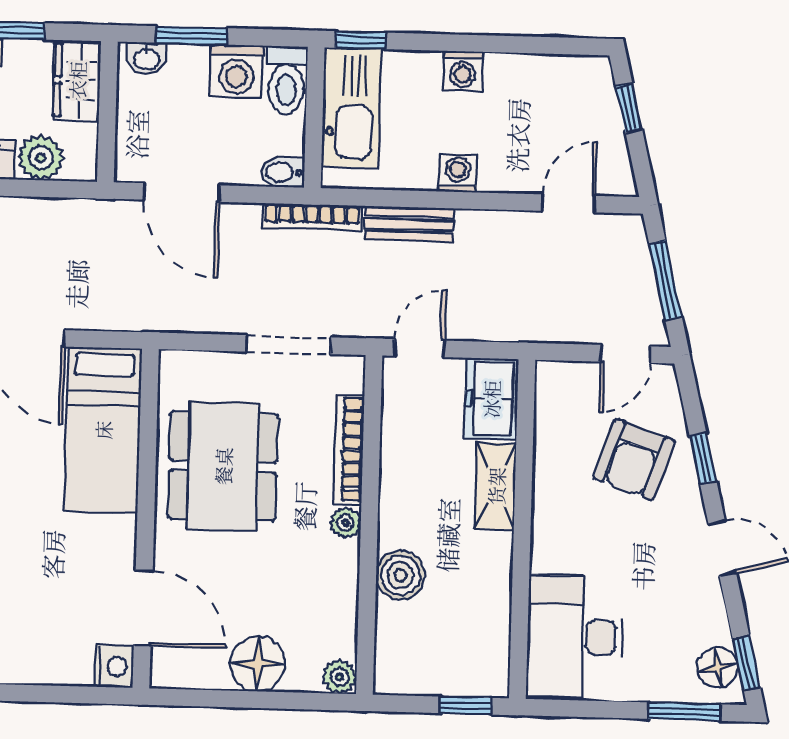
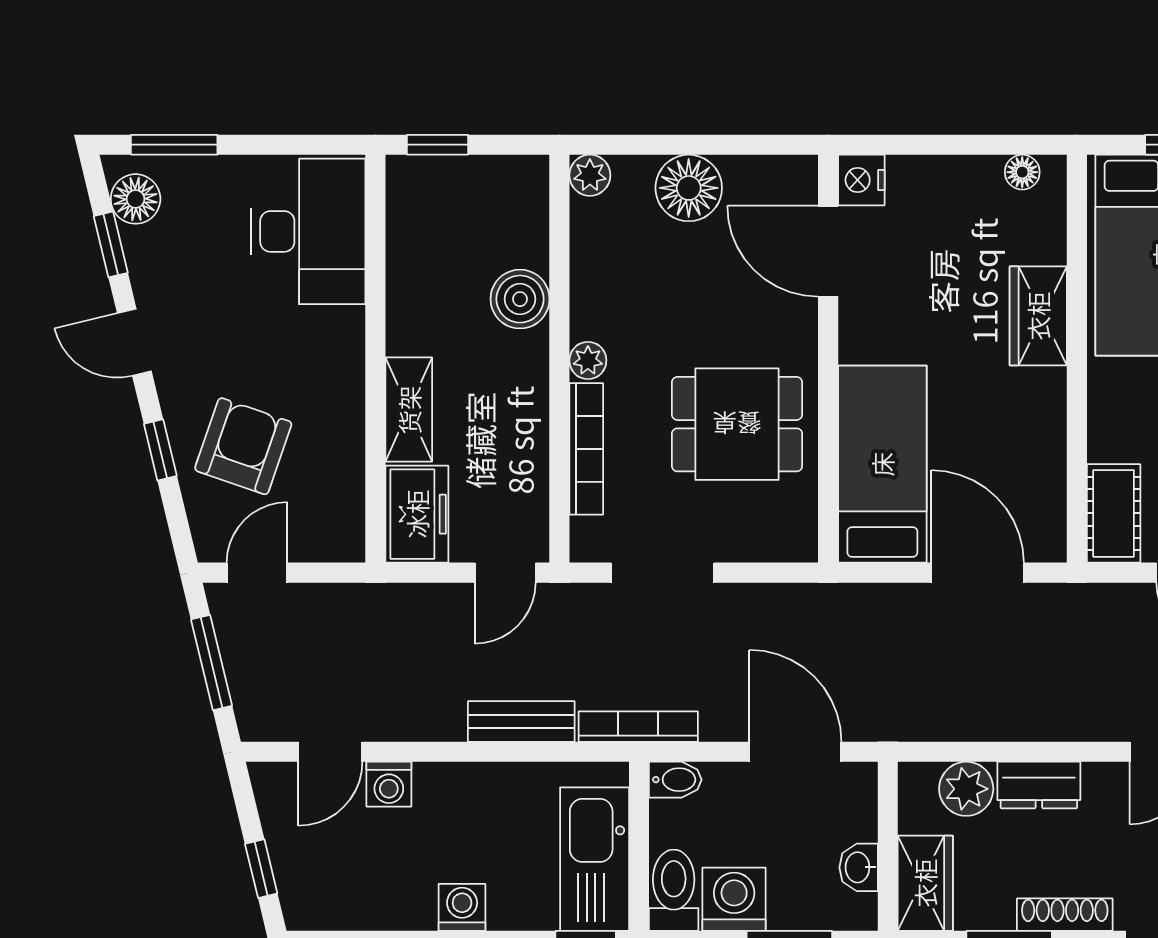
washbasin: (147, 58) -> (859, 867), moved, turned -90
washing machine: (458, 173) -> (389, 784), moved
dining table: (223, 466) -> (737, 424), width x0.73
window: (746, 663) -> (111, 244), moved

